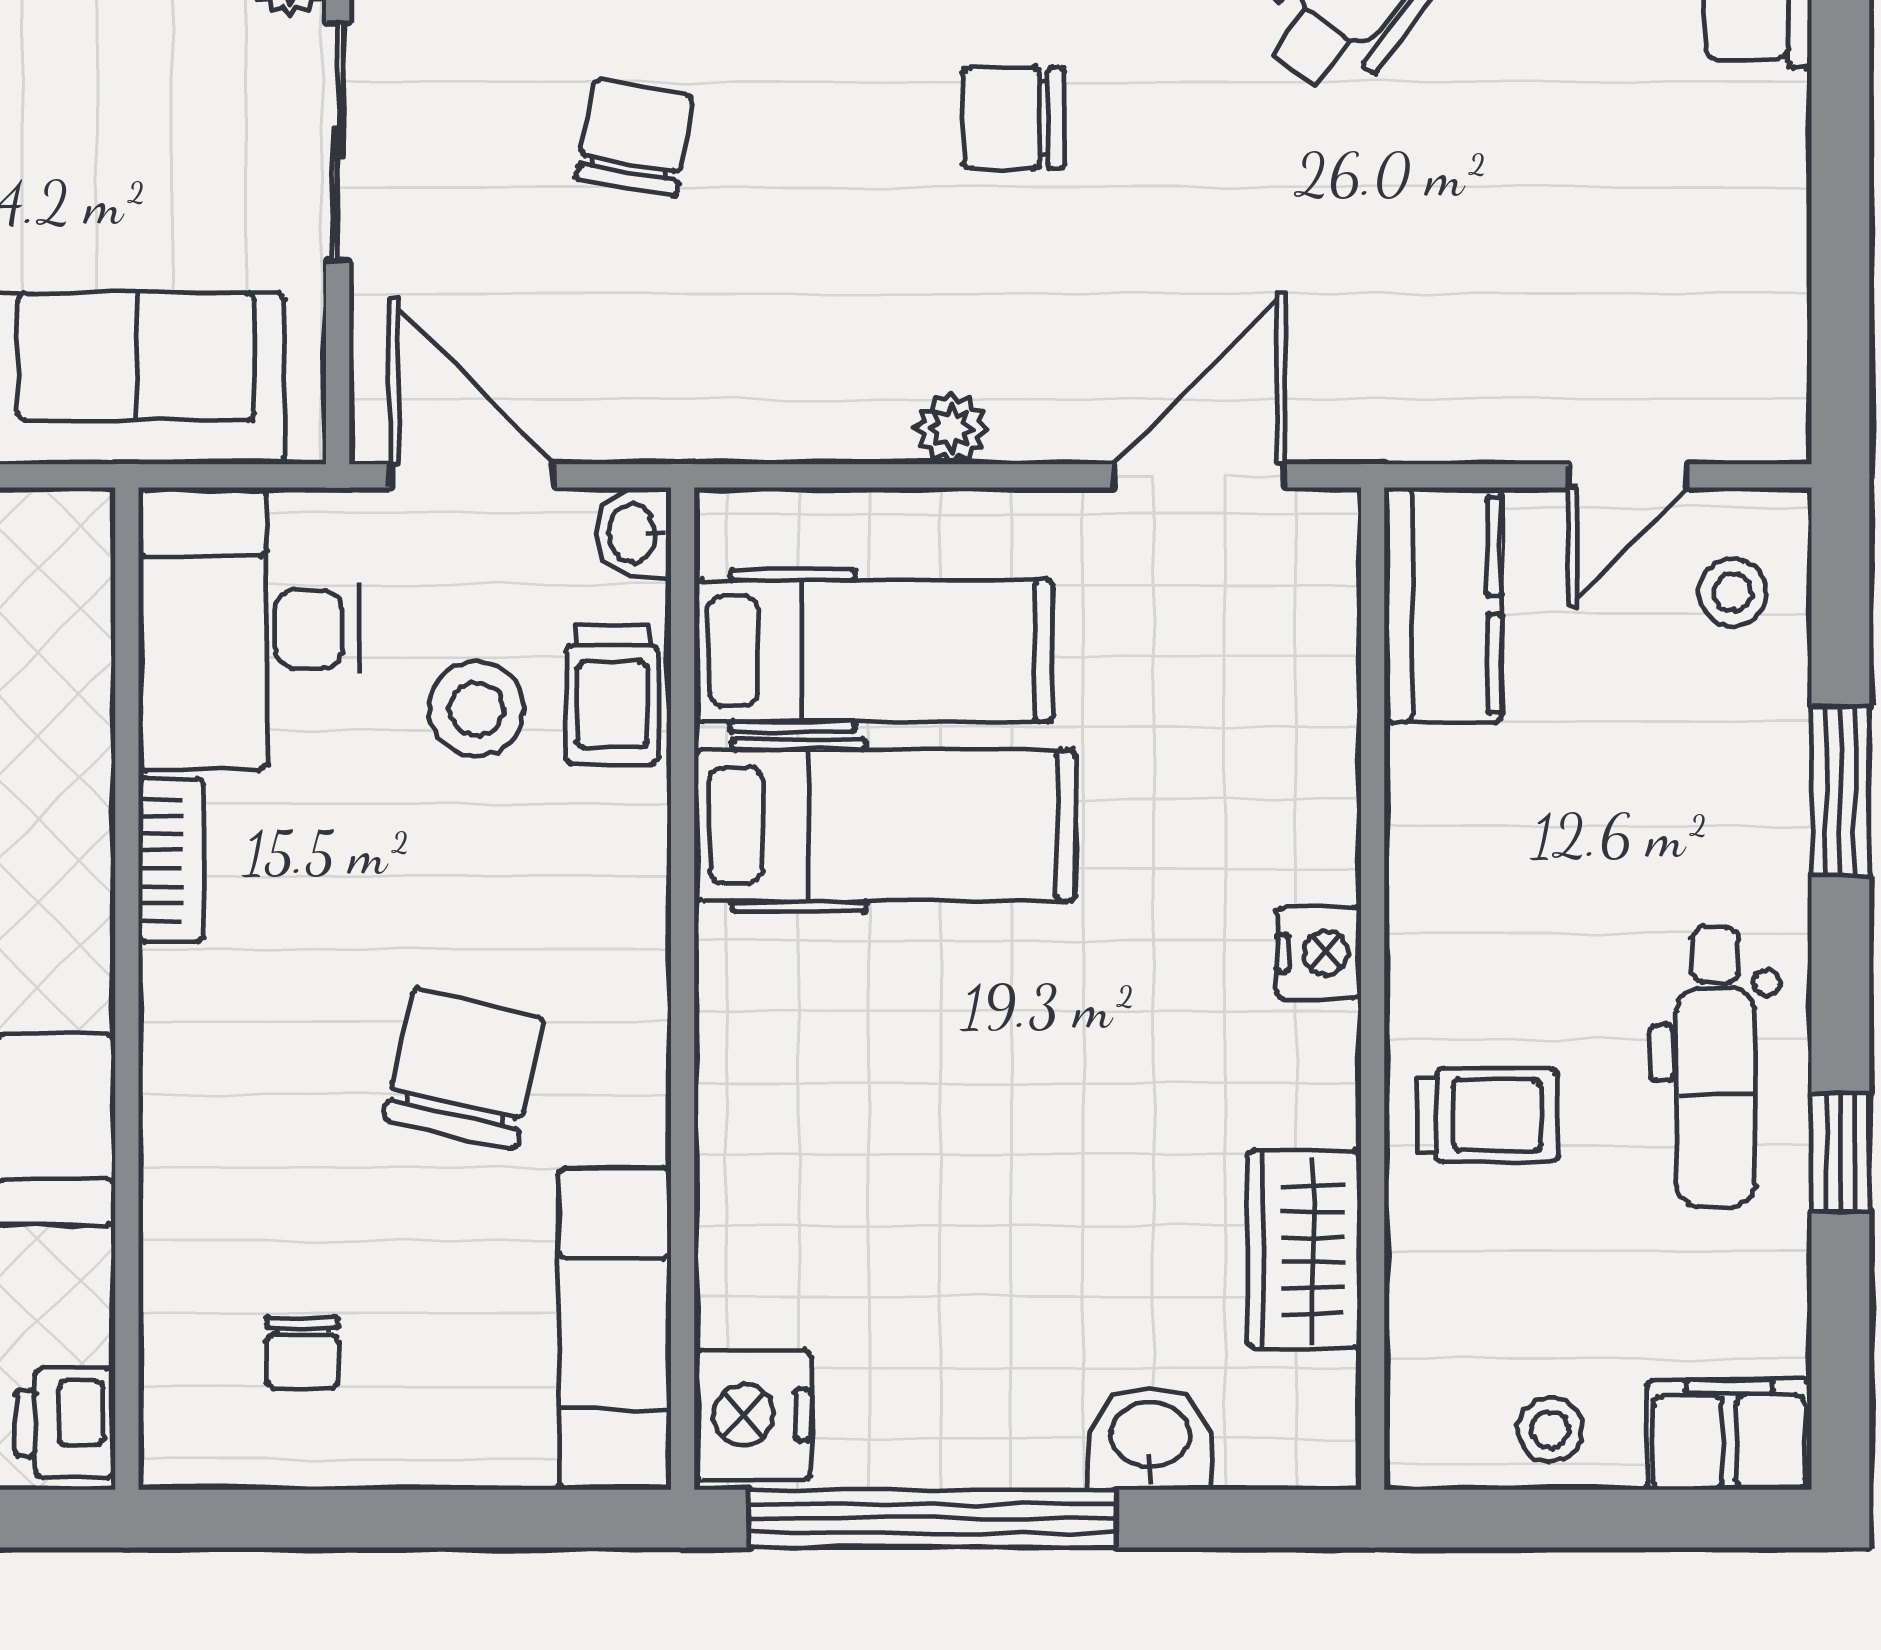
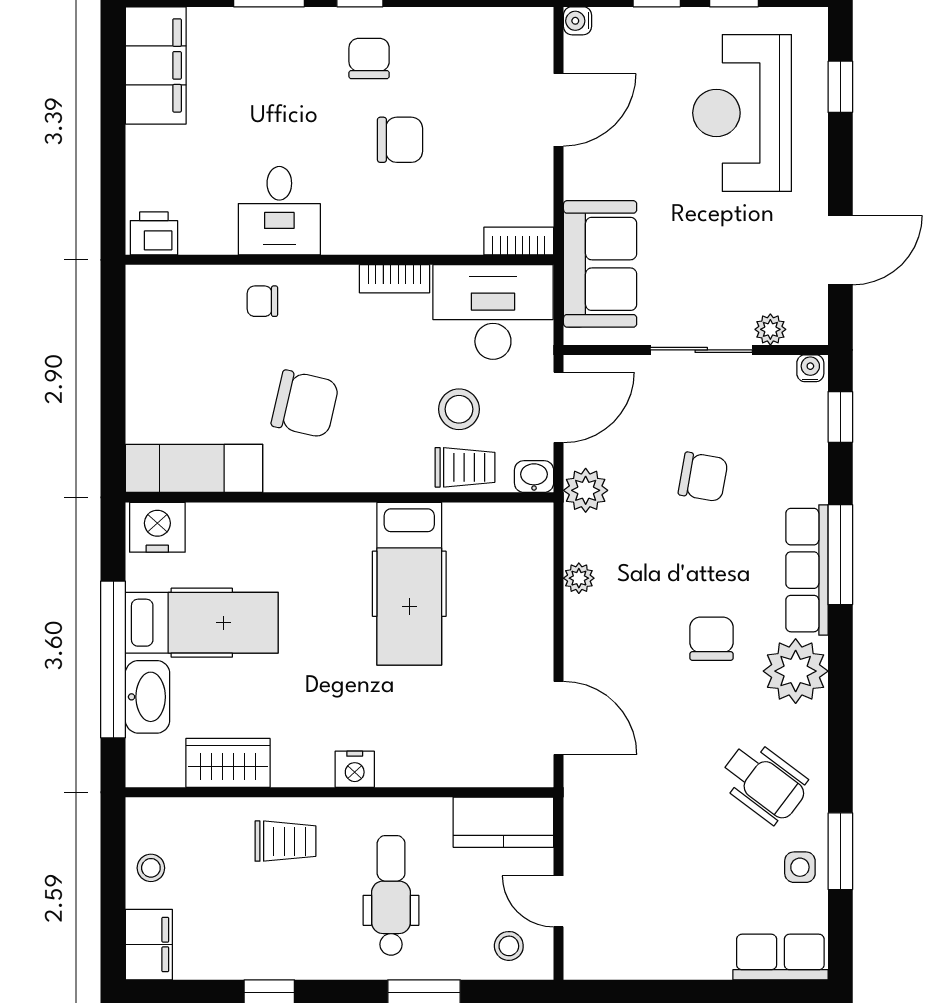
plant: (666, 412) -> (586, 490), added
plant: (951, 428) -> (579, 578), moved
bookcase: (83, 569) -> (519, 241), added
hospital bed: (873, 651) -> (202, 623), moved, turned -90
trolley: (612, 695) -> (465, 467), turned 180
dental chair: (1715, 1067) -> (391, 895), moved, turned 90
trolley: (1487, 1115) -> (285, 841), turned -90
chair: (302, 1353) -> (262, 301), moved
washbasin: (1150, 1438) -> (148, 697), width x1.38
window: (932, 1519) -> (113, 659), moved

